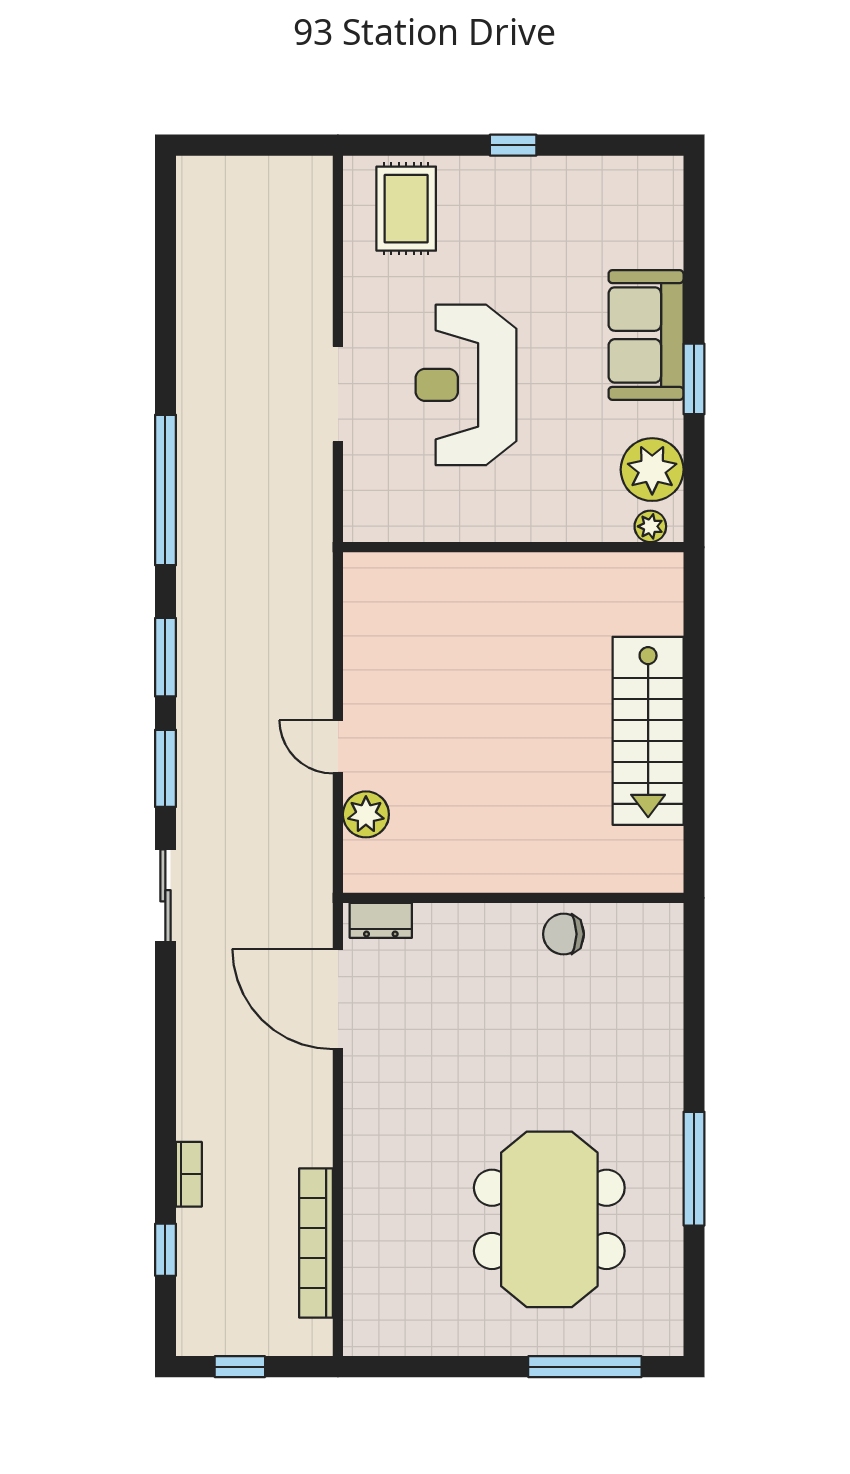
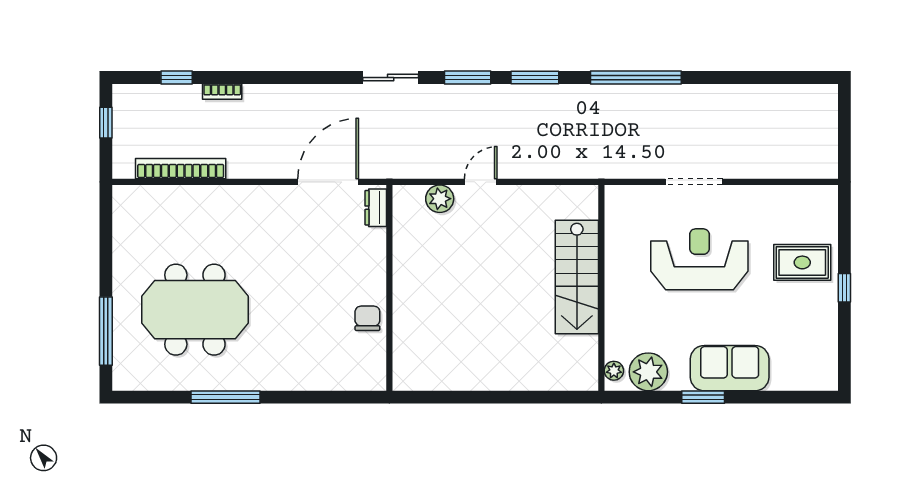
rug: (406, 209) -> (802, 262), moved
stairs: (648, 731) -> (577, 277), moved, turned -90

